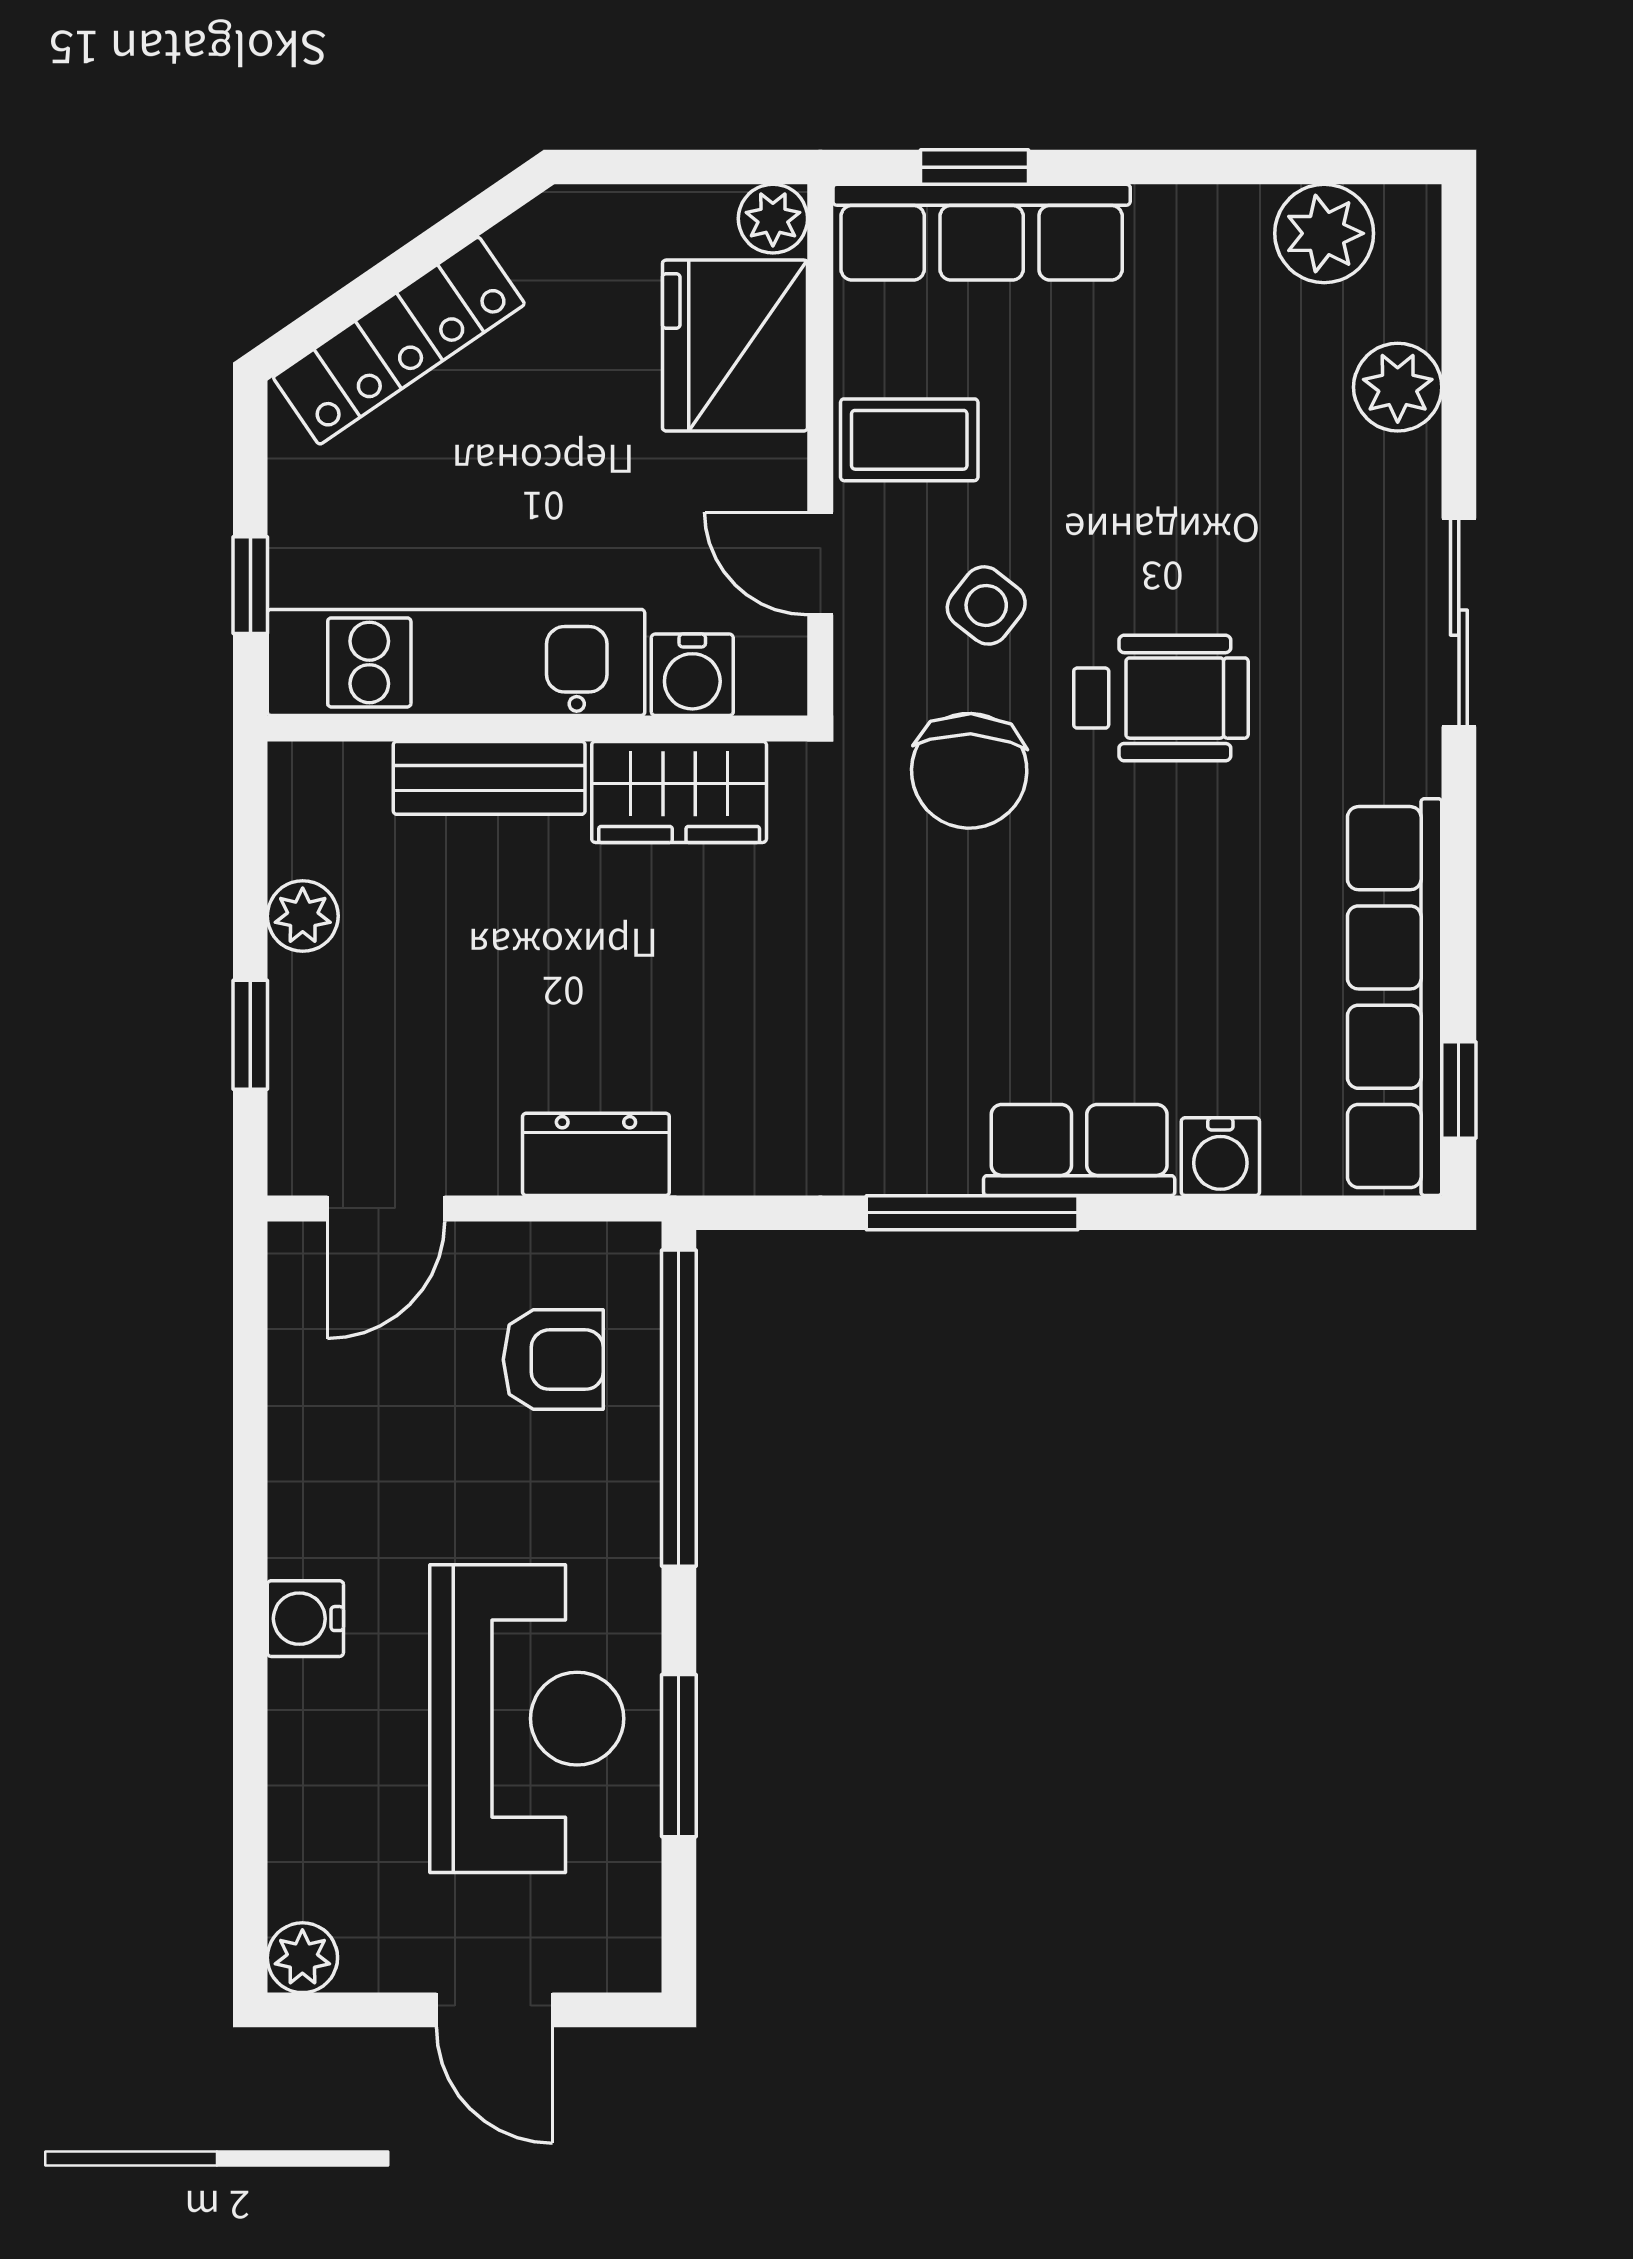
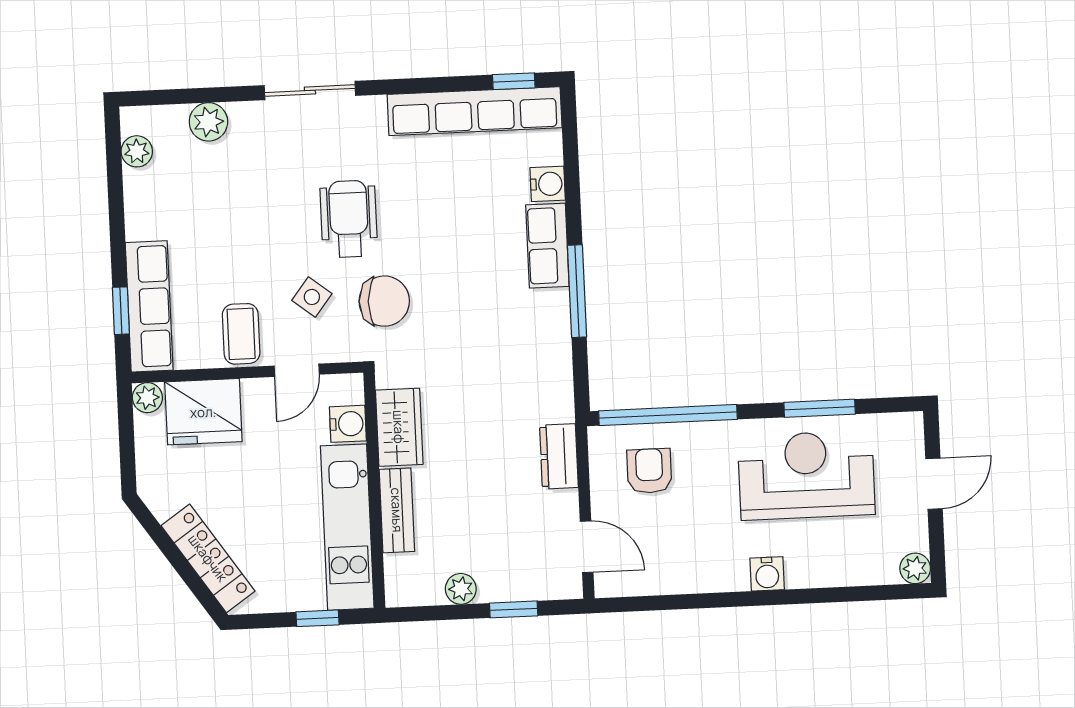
plant: (1324, 233) -> (137, 151), width x0.73, depth x0.73

